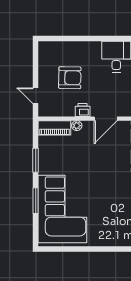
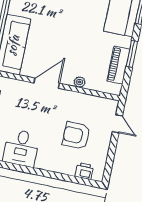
printer: (83, 110) -> (84, 171), moved, turned 180
piano: (54, 128) -> (118, 65), moved, turned -90

